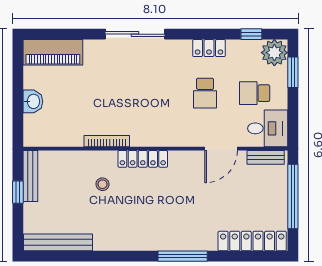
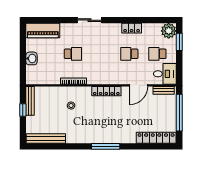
sliding door: (135, 34) -> (90, 20), width x0.73
window: (251, 34) -> (156, 20), removed
school desk: (106, 93) -> (73, 54), added
school desk: (205, 93) -> (129, 54), turned 90
locker: (143, 159) -> (106, 91), moved
window: (183, 256) -> (106, 146), moved

